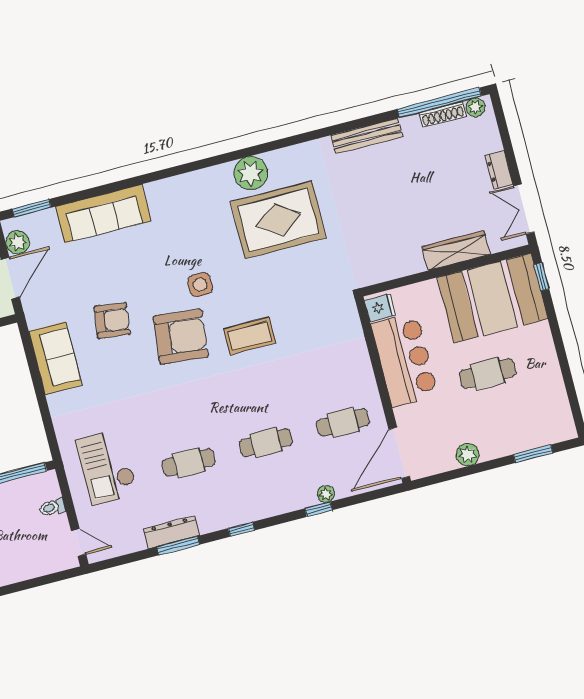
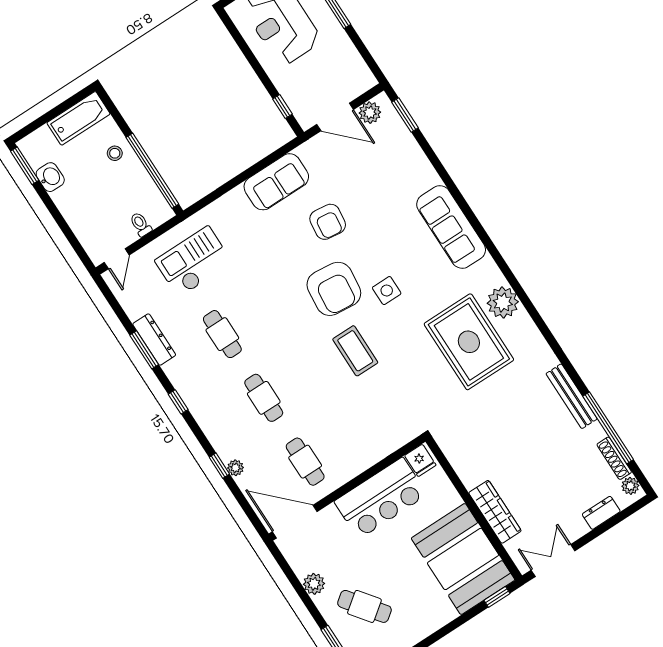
window: (439, 103) -> (608, 428), moved
dresser: (499, 170) -> (601, 513), moved
sofa: (103, 214) -> (451, 227), moved
cafe table: (488, 373) -> (364, 606), moved, turned -37

